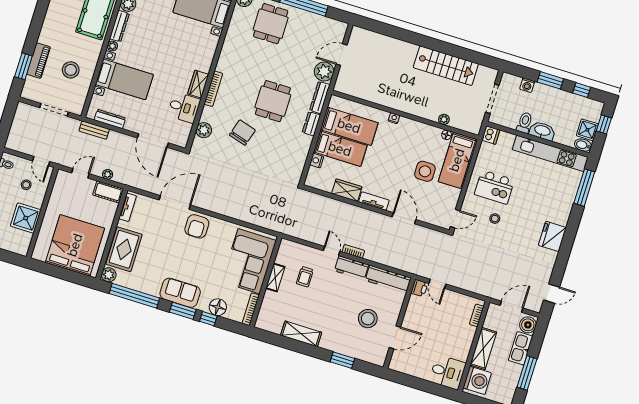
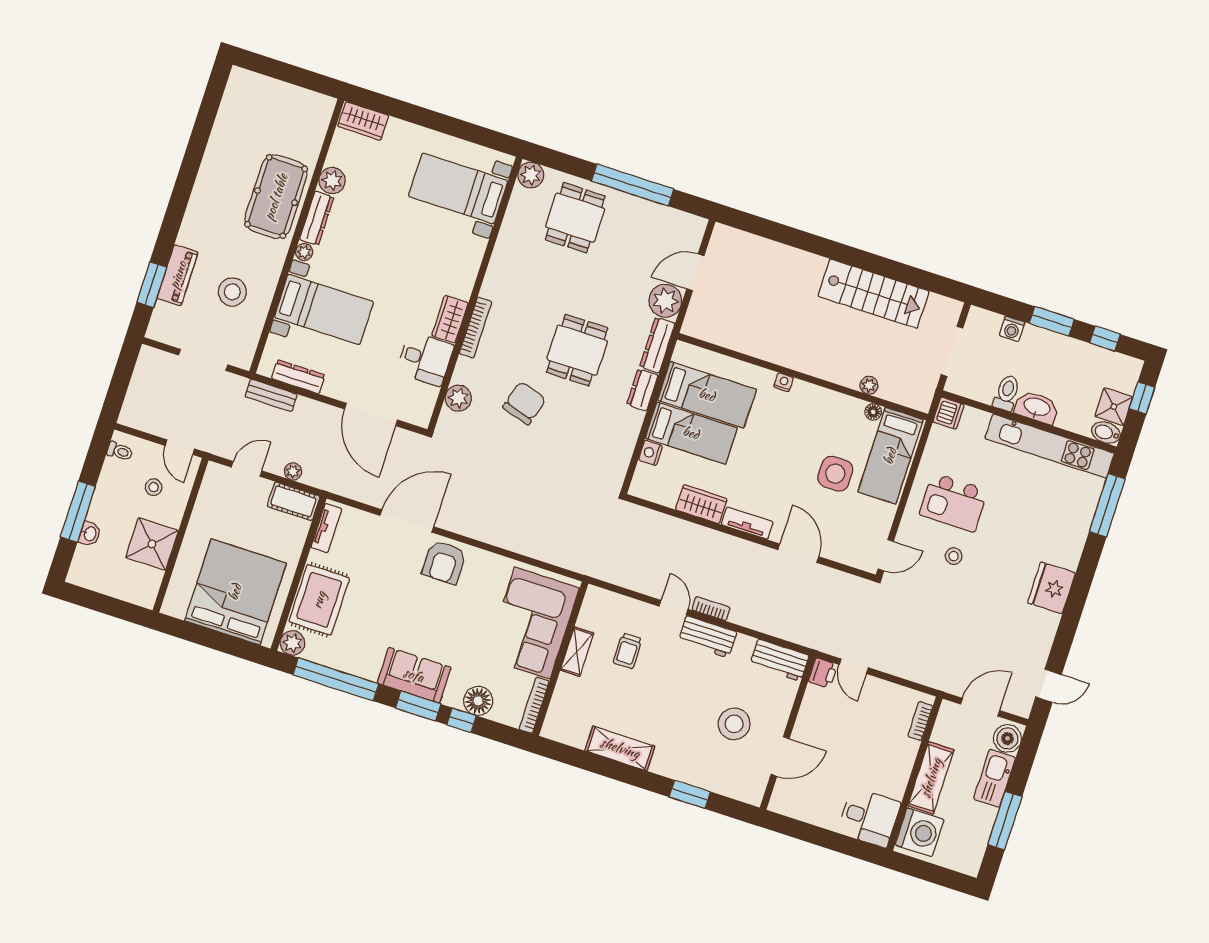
workbench: (388, 279) -> (779, 660), width x0.73

